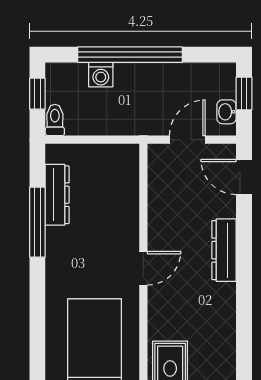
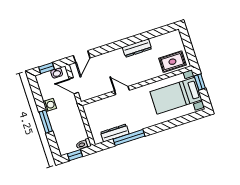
window: (130, 55) -> (46, 121), width x0.47
washing machine: (101, 75) -> (50, 105), moved
dresser: (224, 250) -> (137, 48), moved
door: (143, 268) -> (122, 91), moved

